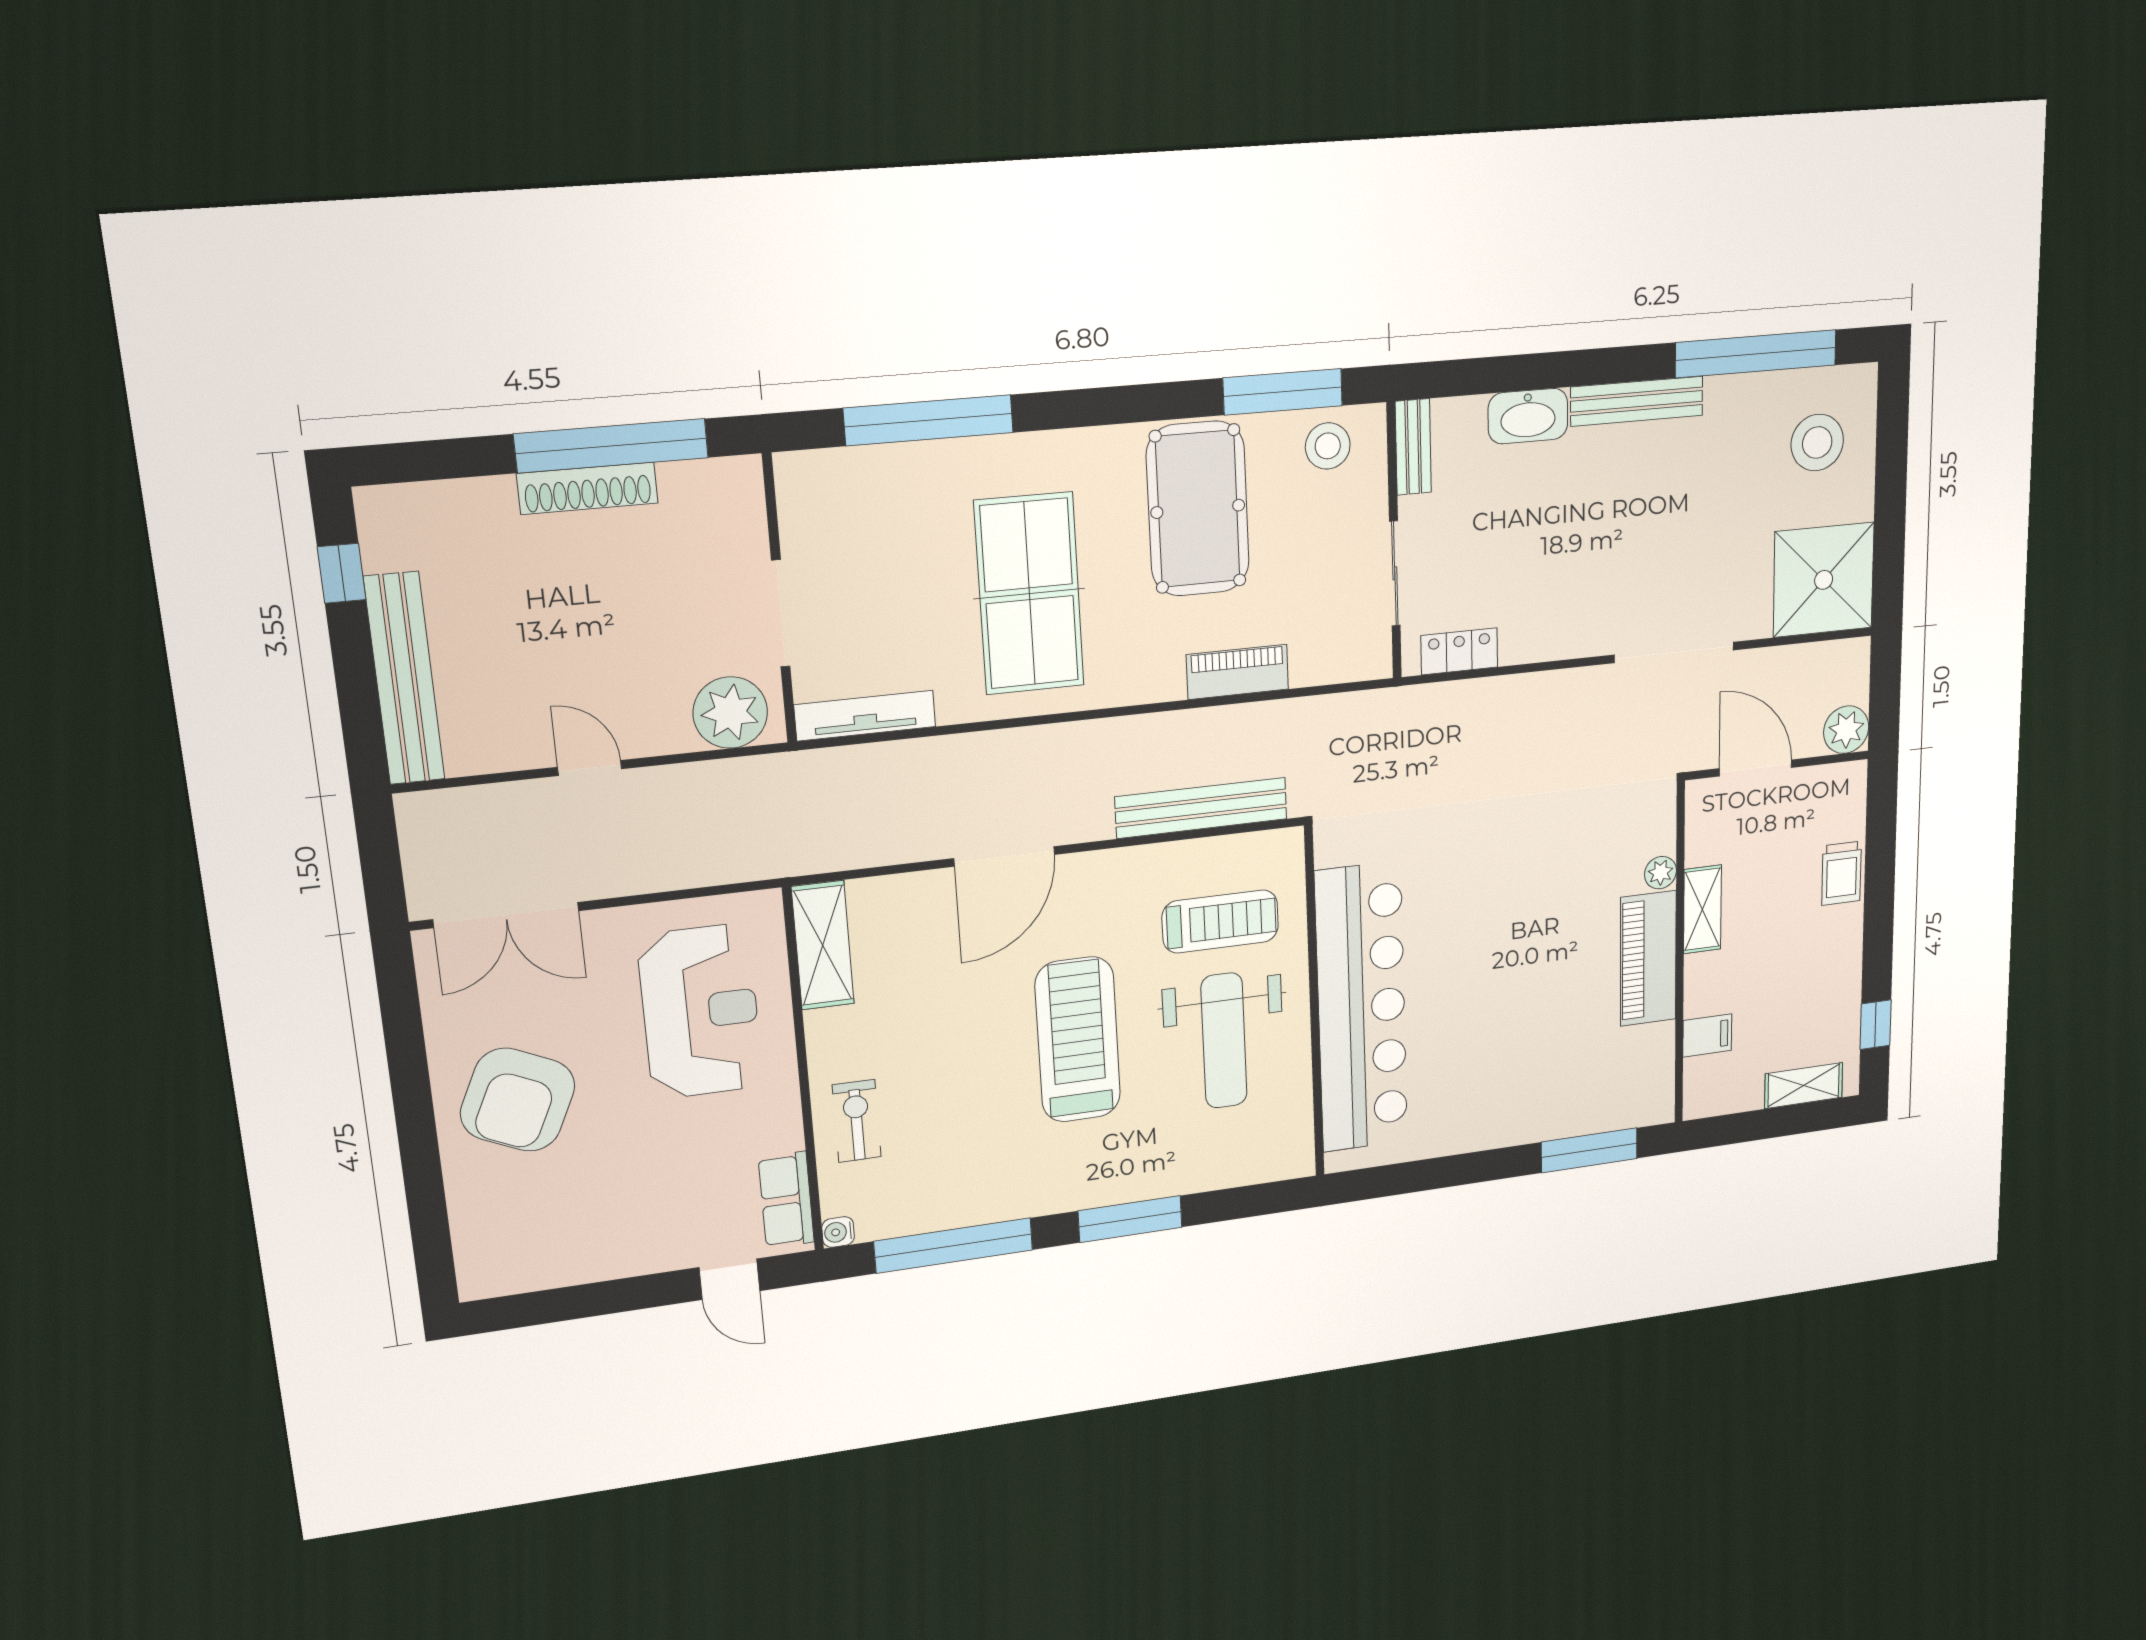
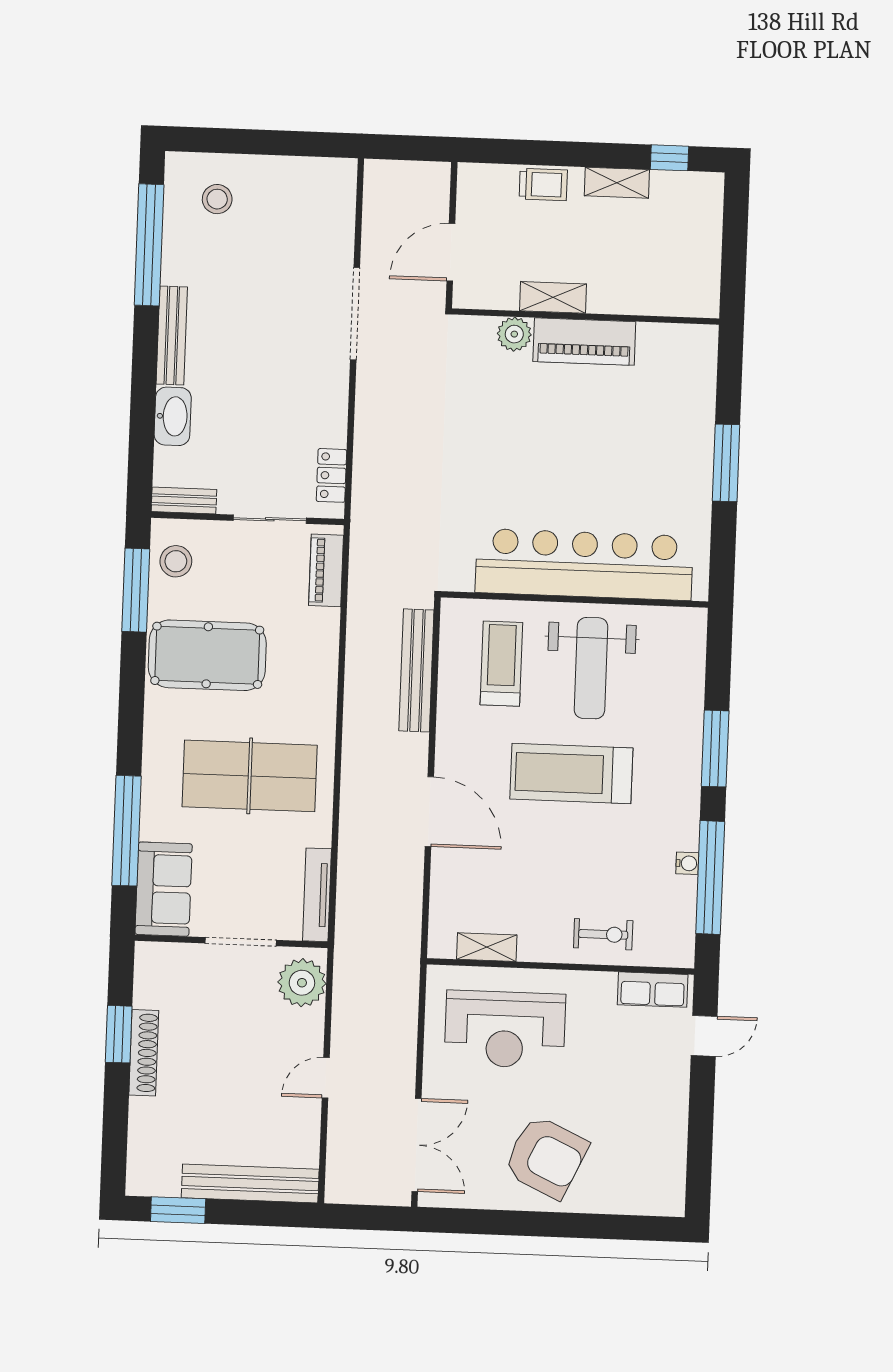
stool: (1817, 443) -> (217, 199), width x0.73, depth x0.73
window: (611, 446) -> (119, 1034), width x0.47
sofa: (846, 488) -> (164, 889), added
window: (342, 573) -> (178, 1210), width x1.50
shower: (1824, 580) -> (318, 196), removed
piano: (1237, 672) -> (326, 570), moved
plant: (1846, 730) -> (432, 179), removed
plant: (1660, 873) -> (514, 334), width x1.38, depth x1.38
shelving: (823, 945) -> (487, 947), width x0.67, depth x0.75
reception desk: (701, 1011) -> (505, 1029), turned 180
filing cabinet: (1707, 1035) -> (654, 296), removed
weight bench: (1224, 1041) -> (591, 668), turned 90
shelving: (1804, 1086) -> (617, 183), moved, turned 90
exercise bike: (857, 1121) -> (603, 934), turned 180
window: (1589, 1150) -> (726, 463), moved
water cooler: (838, 1232) -> (687, 863), moved, turned -90

